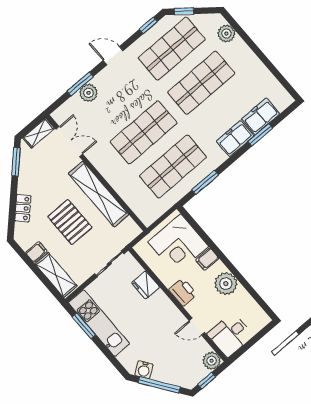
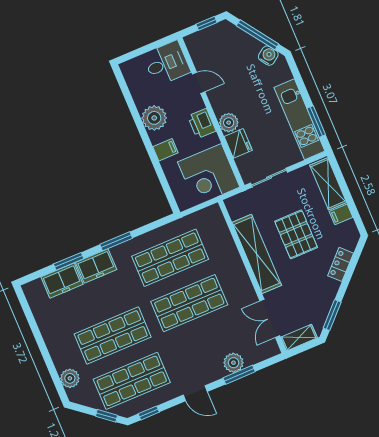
window: (205, 182) -> (116, 241), moved
corner desk: (178, 244) -> (209, 174), moved, turned 180
plant: (212, 361) -> (229, 123), moved

